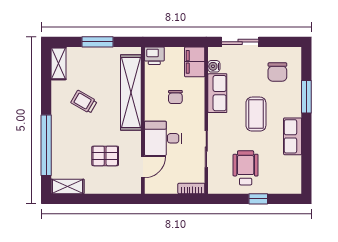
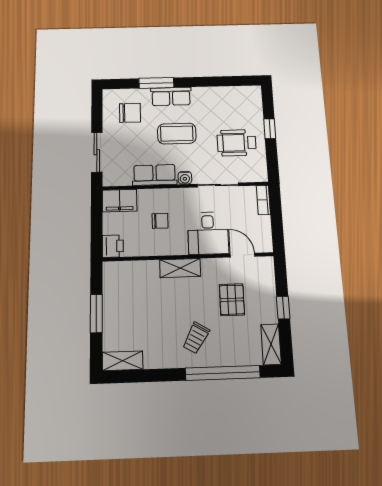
water cooler: (214, 66) -> (185, 178), moved
shelving: (131, 92) -> (180, 268), width x0.45, depth x0.75
trolley: (84, 102) -> (196, 338), moved
row of seats: (293, 136) -> (171, 96), moved
window: (97, 199) -> (283, 308), added

